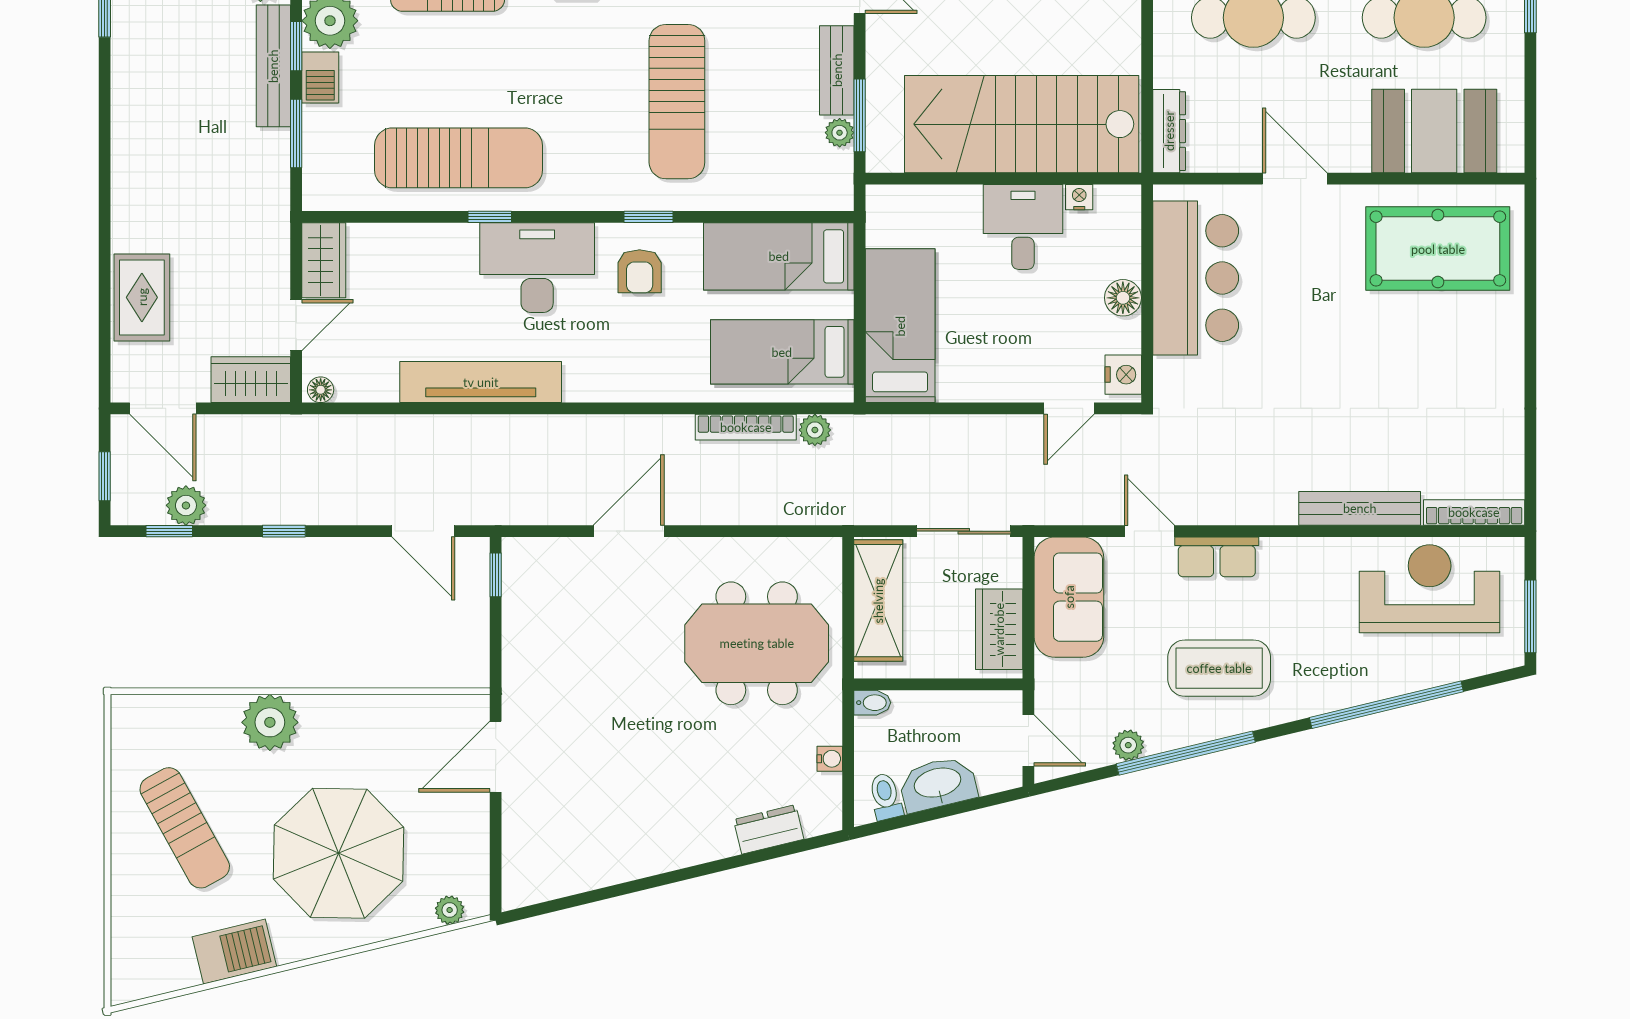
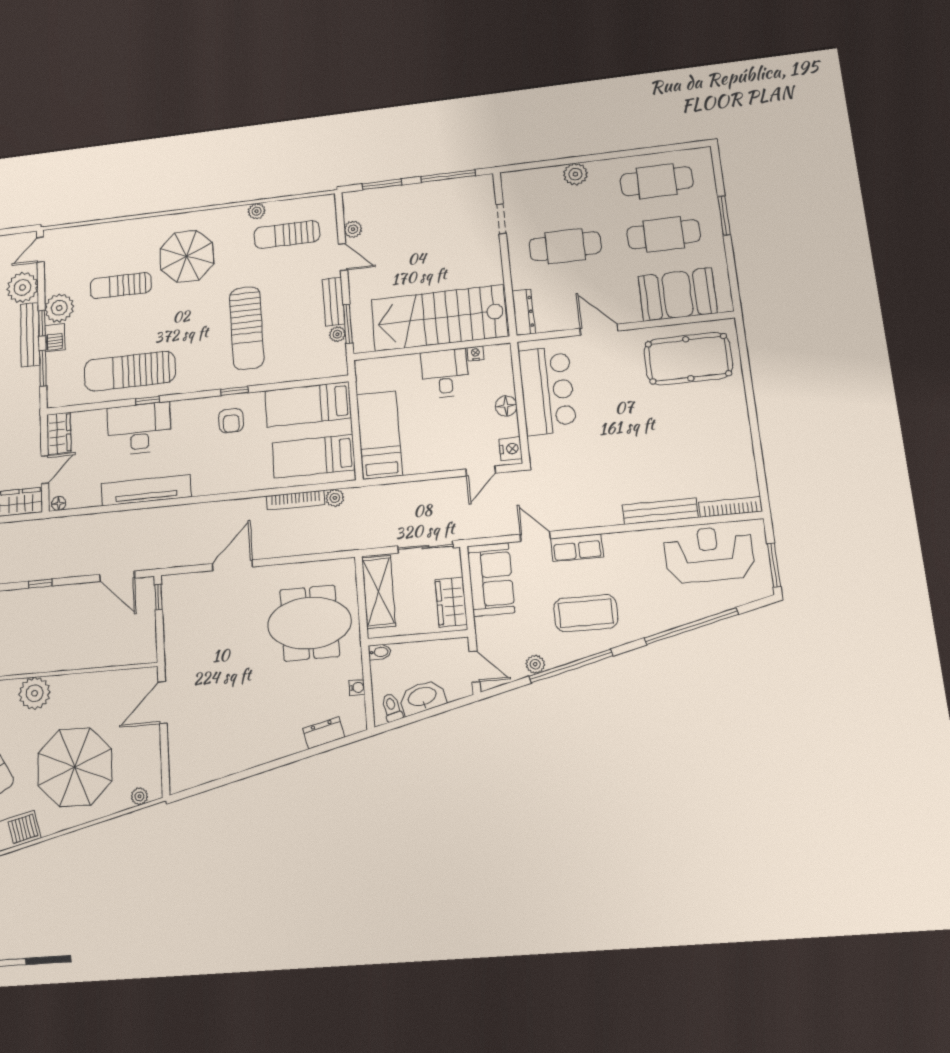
sun lounger: (459, 158) -> (130, 371), turned 180
desk: (537, 268) -> (139, 429), moved

